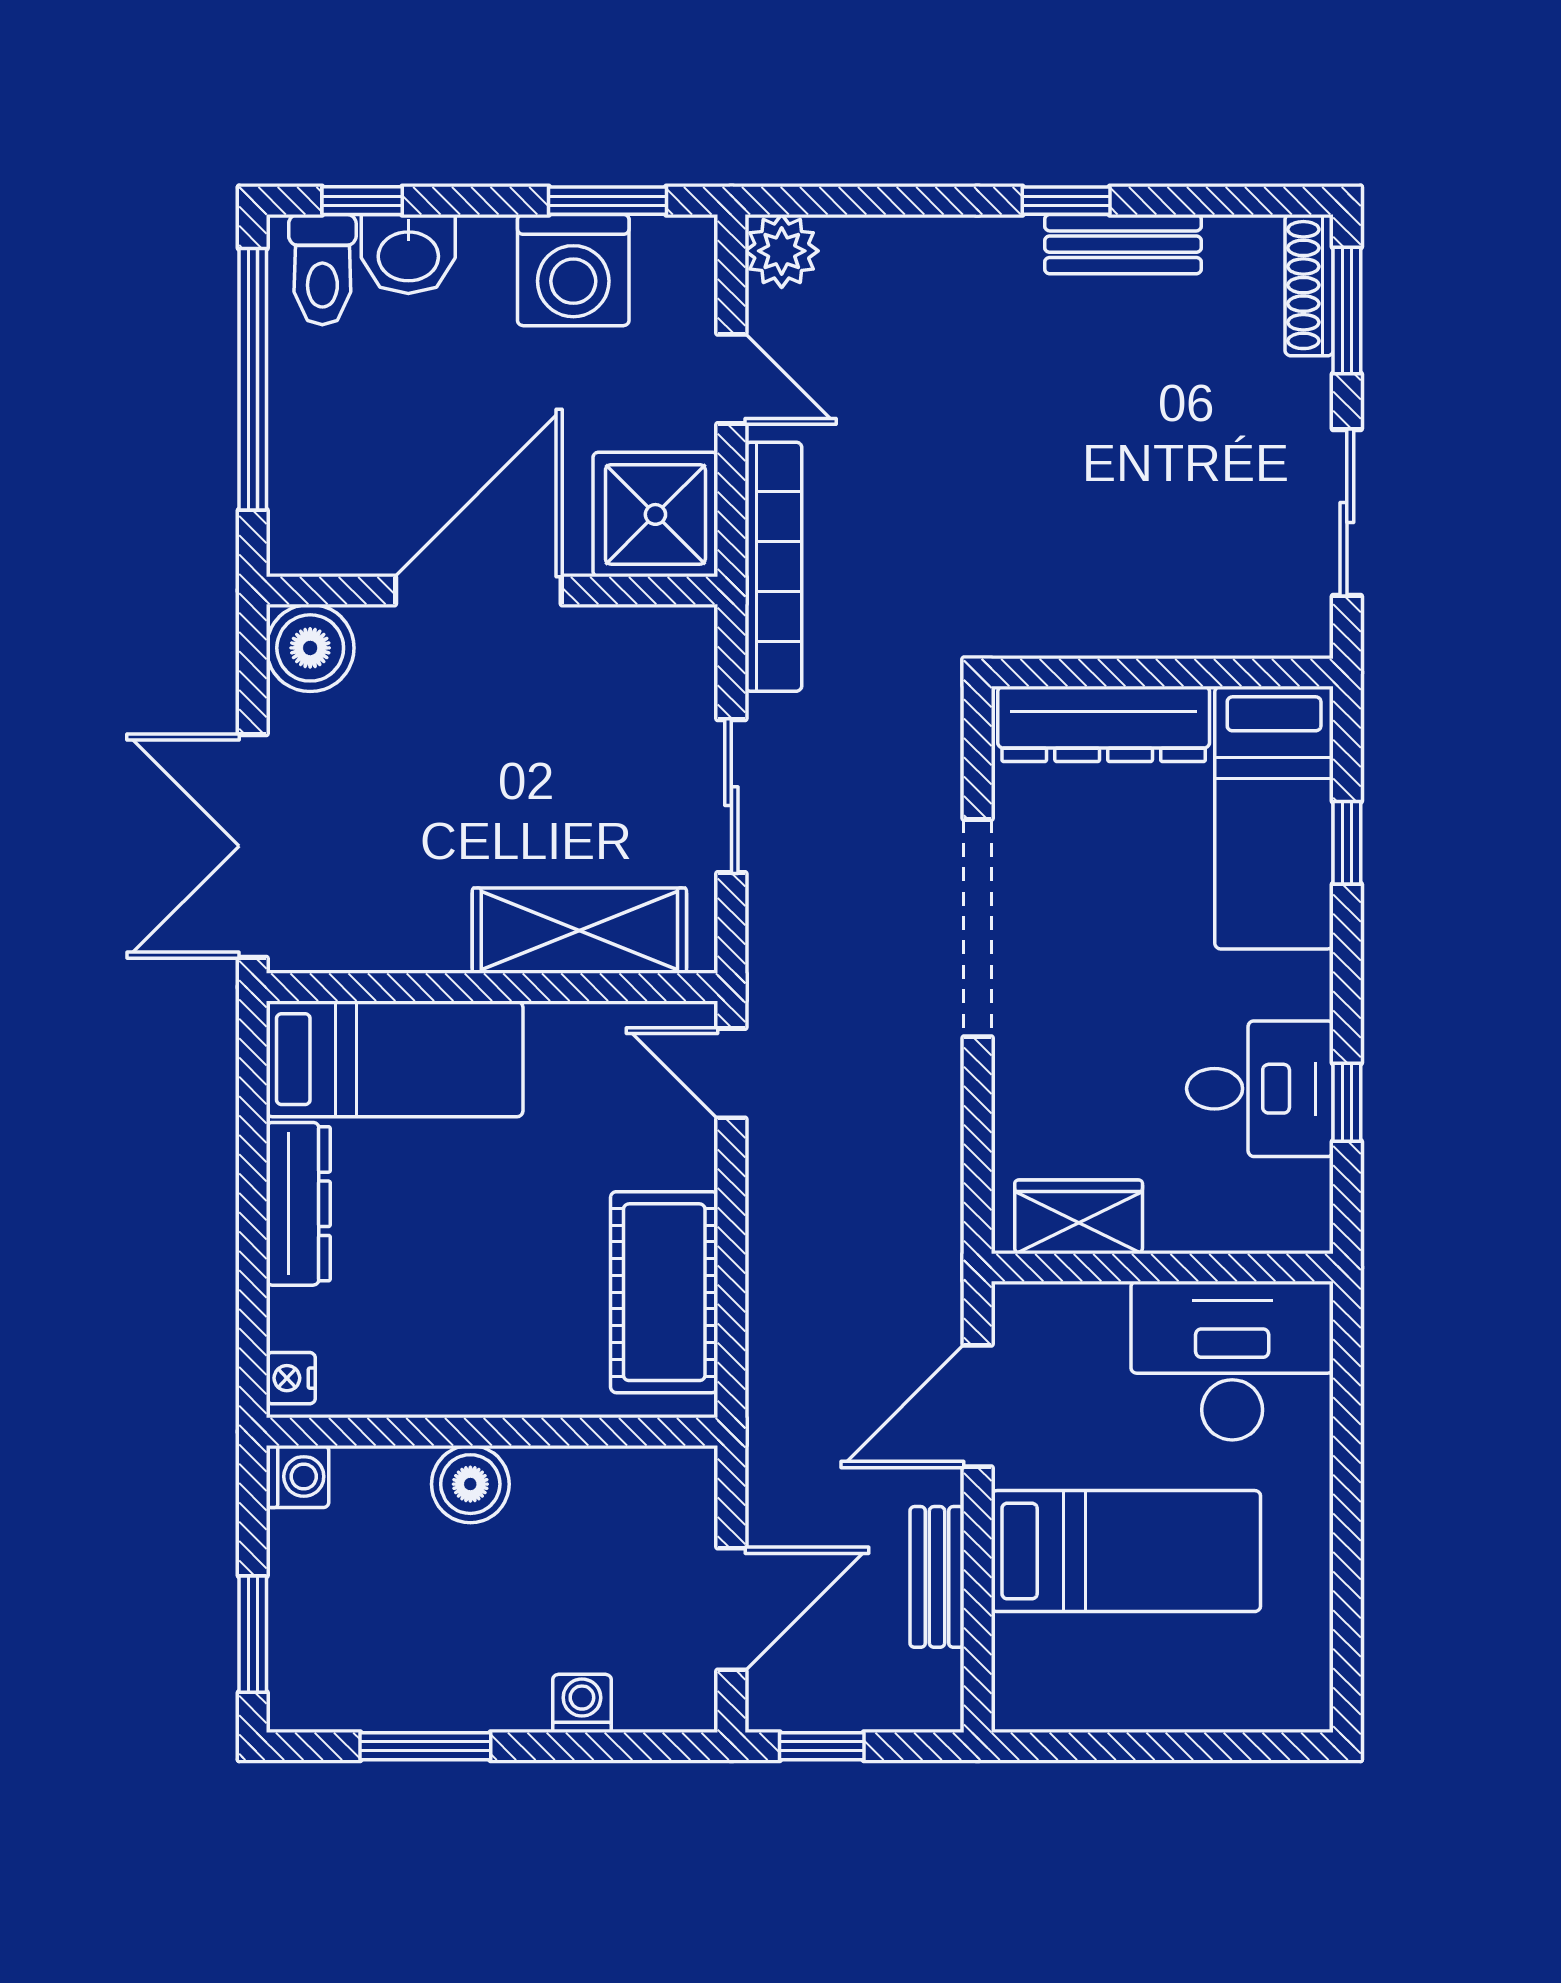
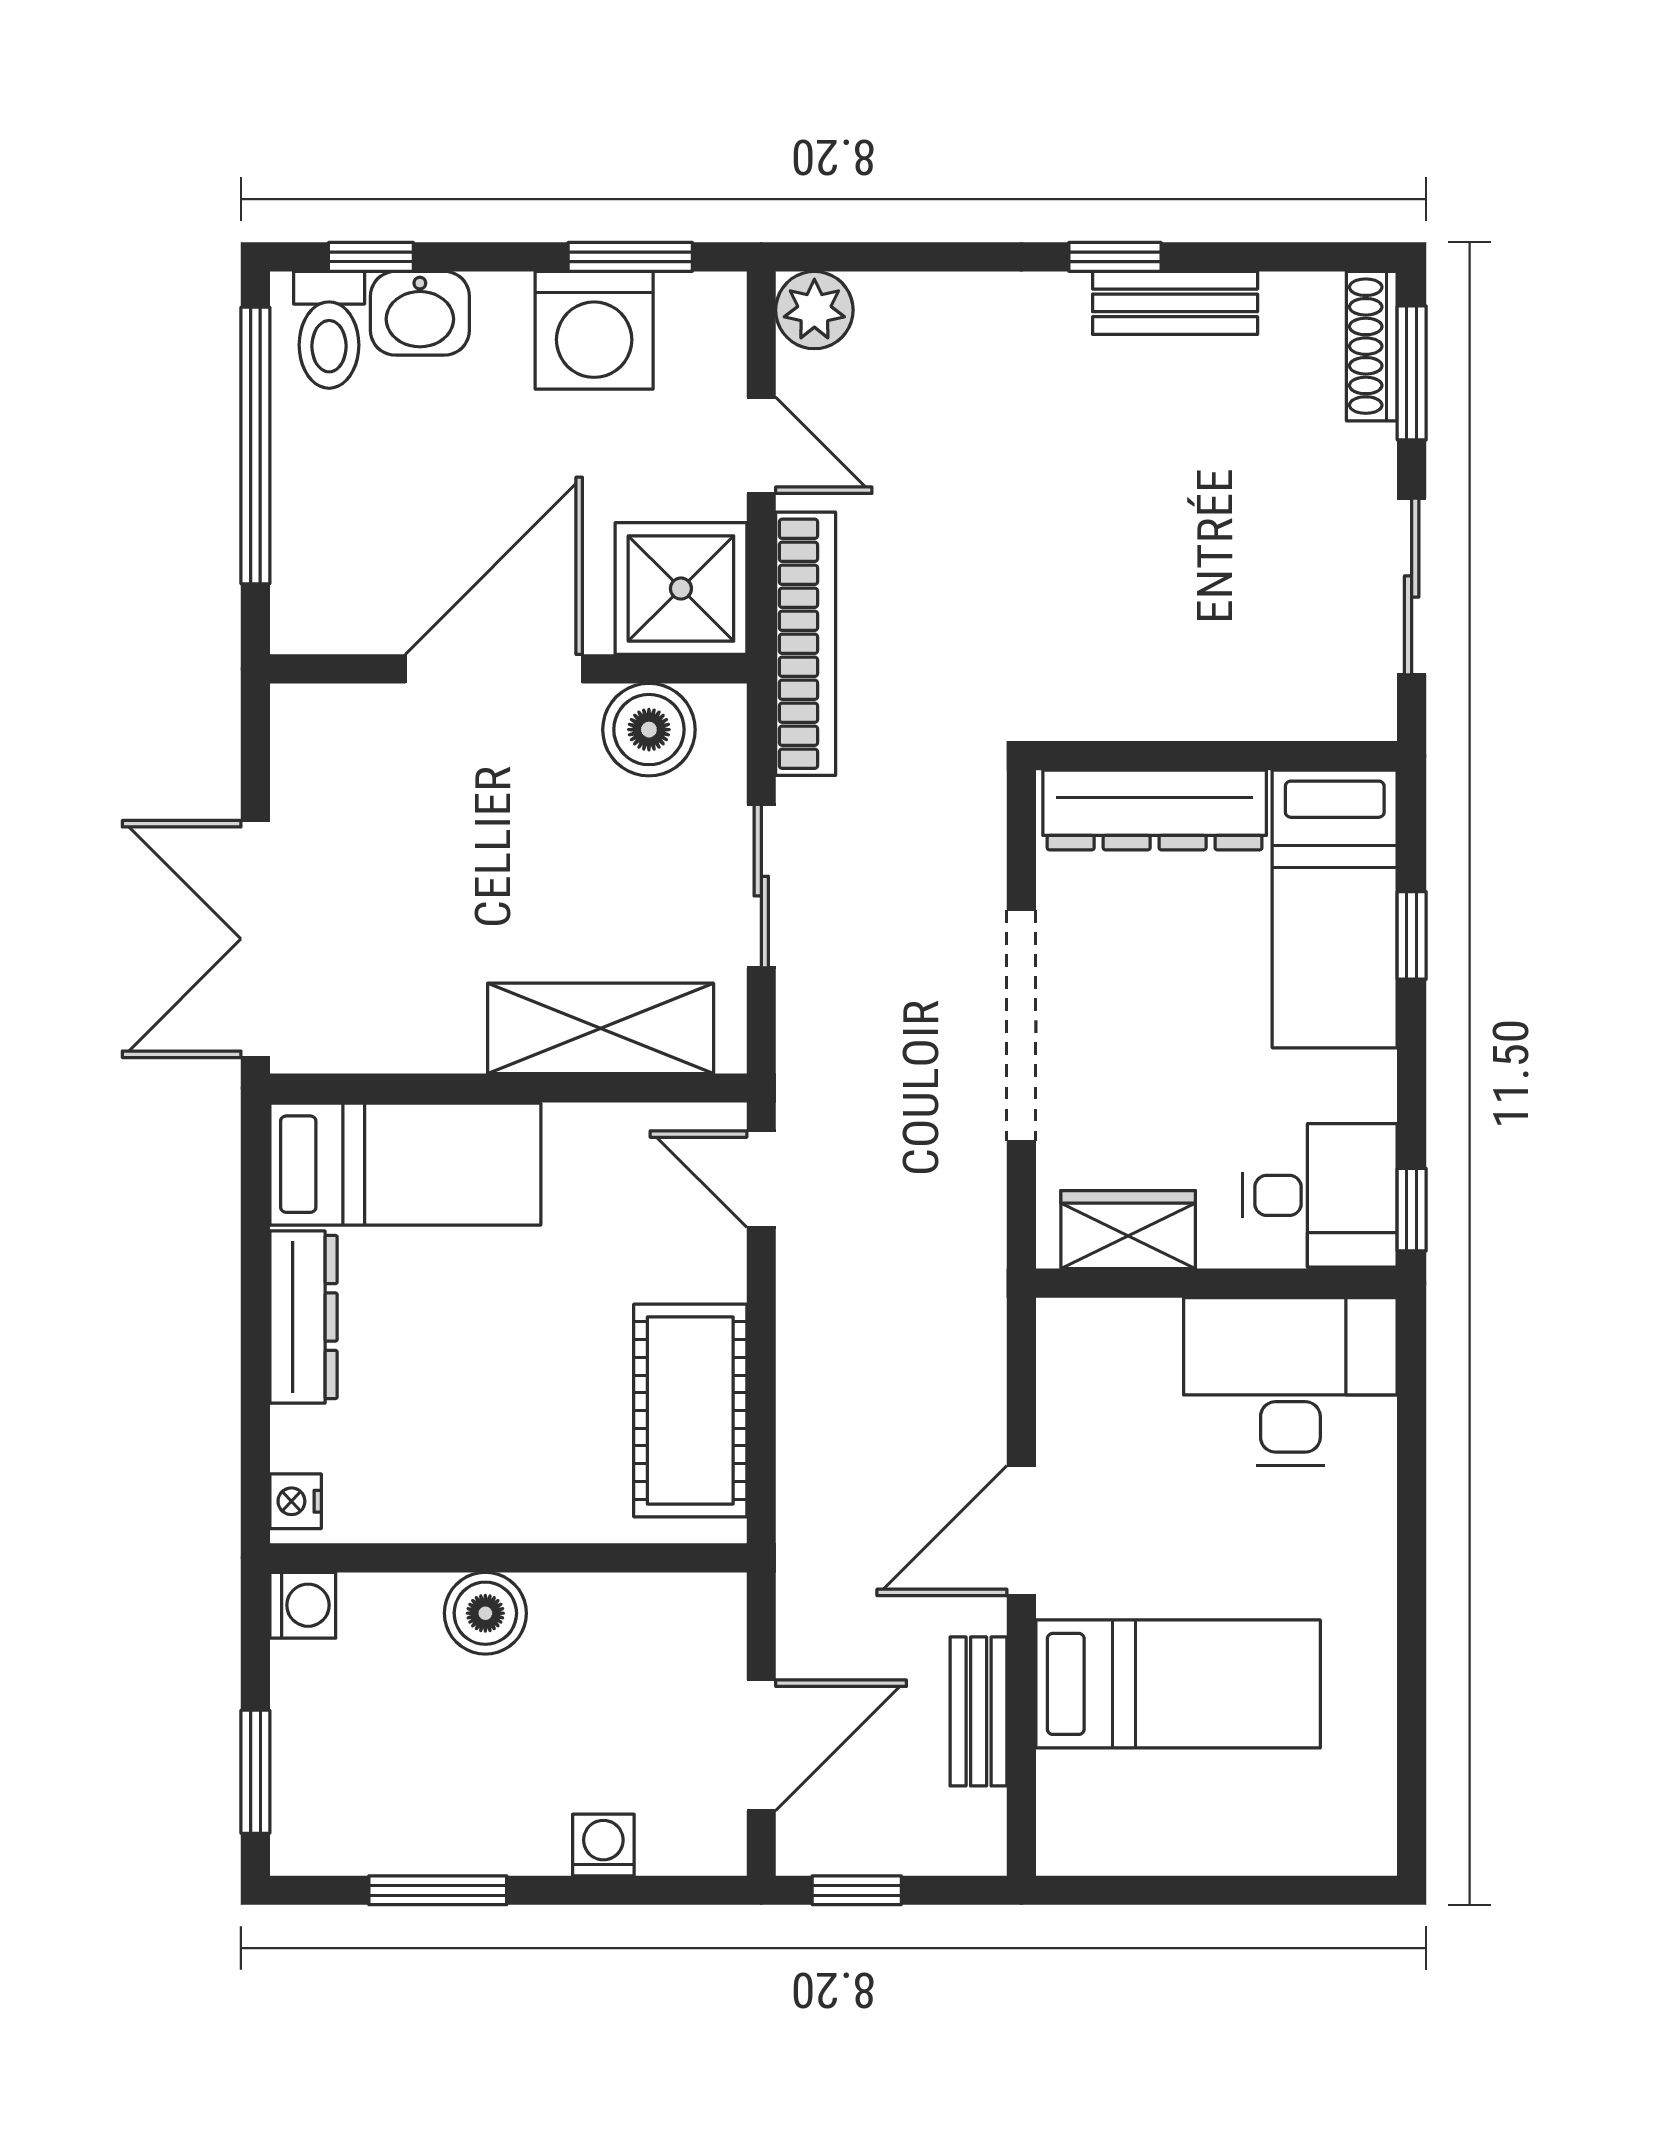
boiler: (310, 648) -> (649, 730), moved
wardrobe: (1079, 1217) -> (1128, 1230), moved
wall: (1162, 1267) -> (1217, 1283), moved
desk: (1232, 1361) -> (1290, 1382), moved

